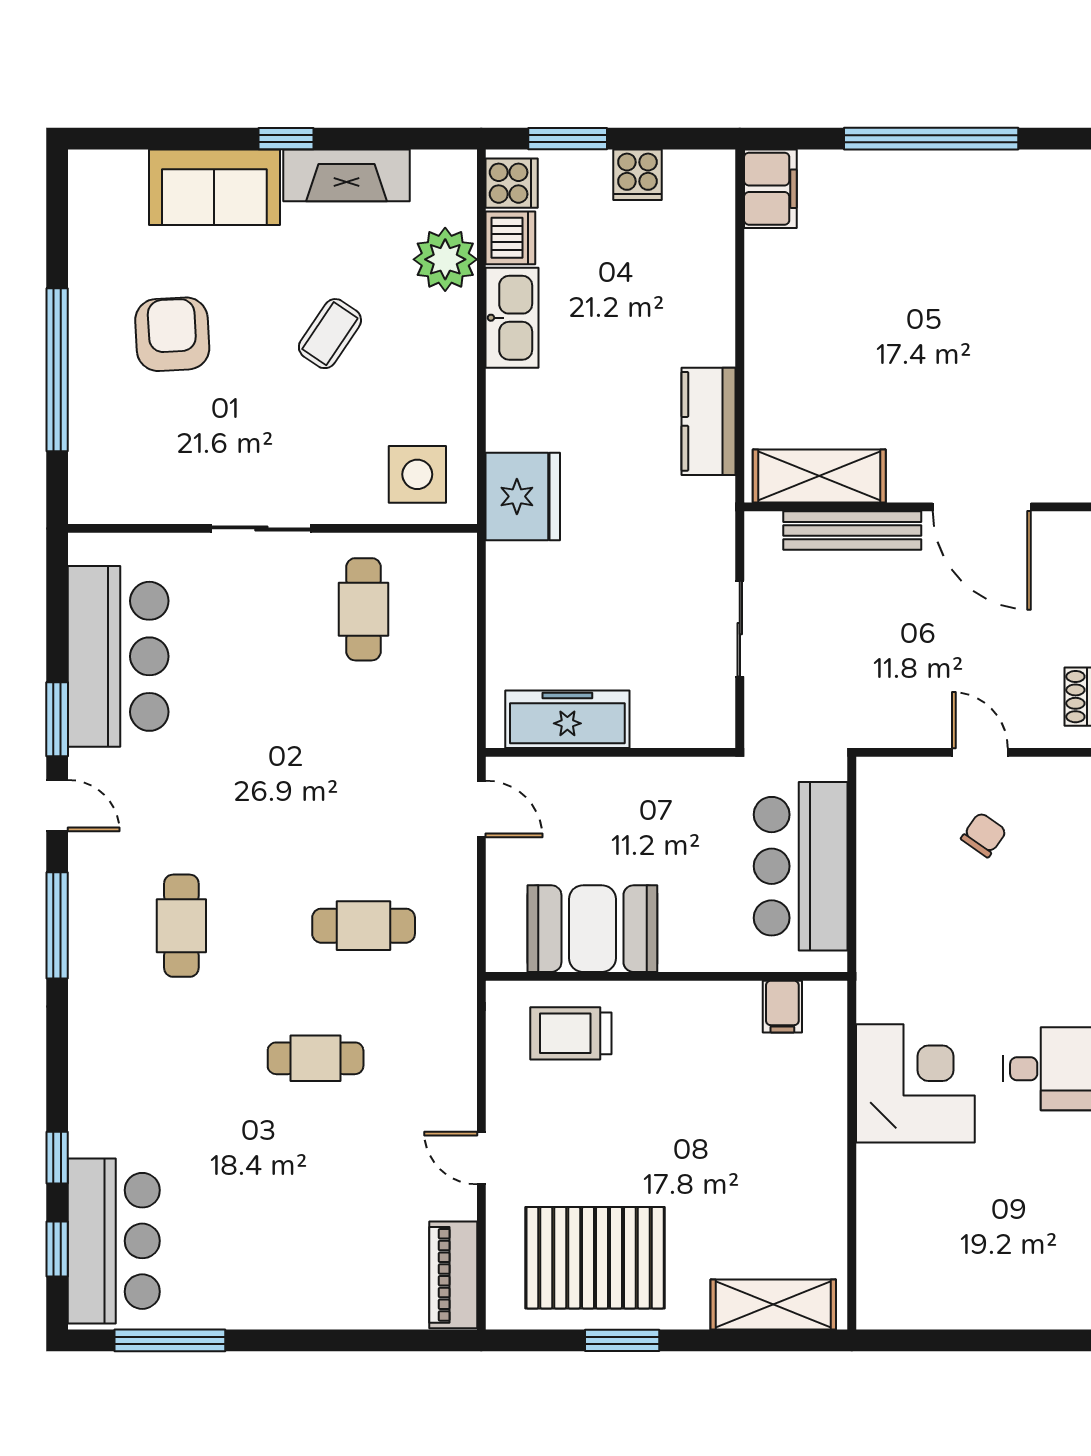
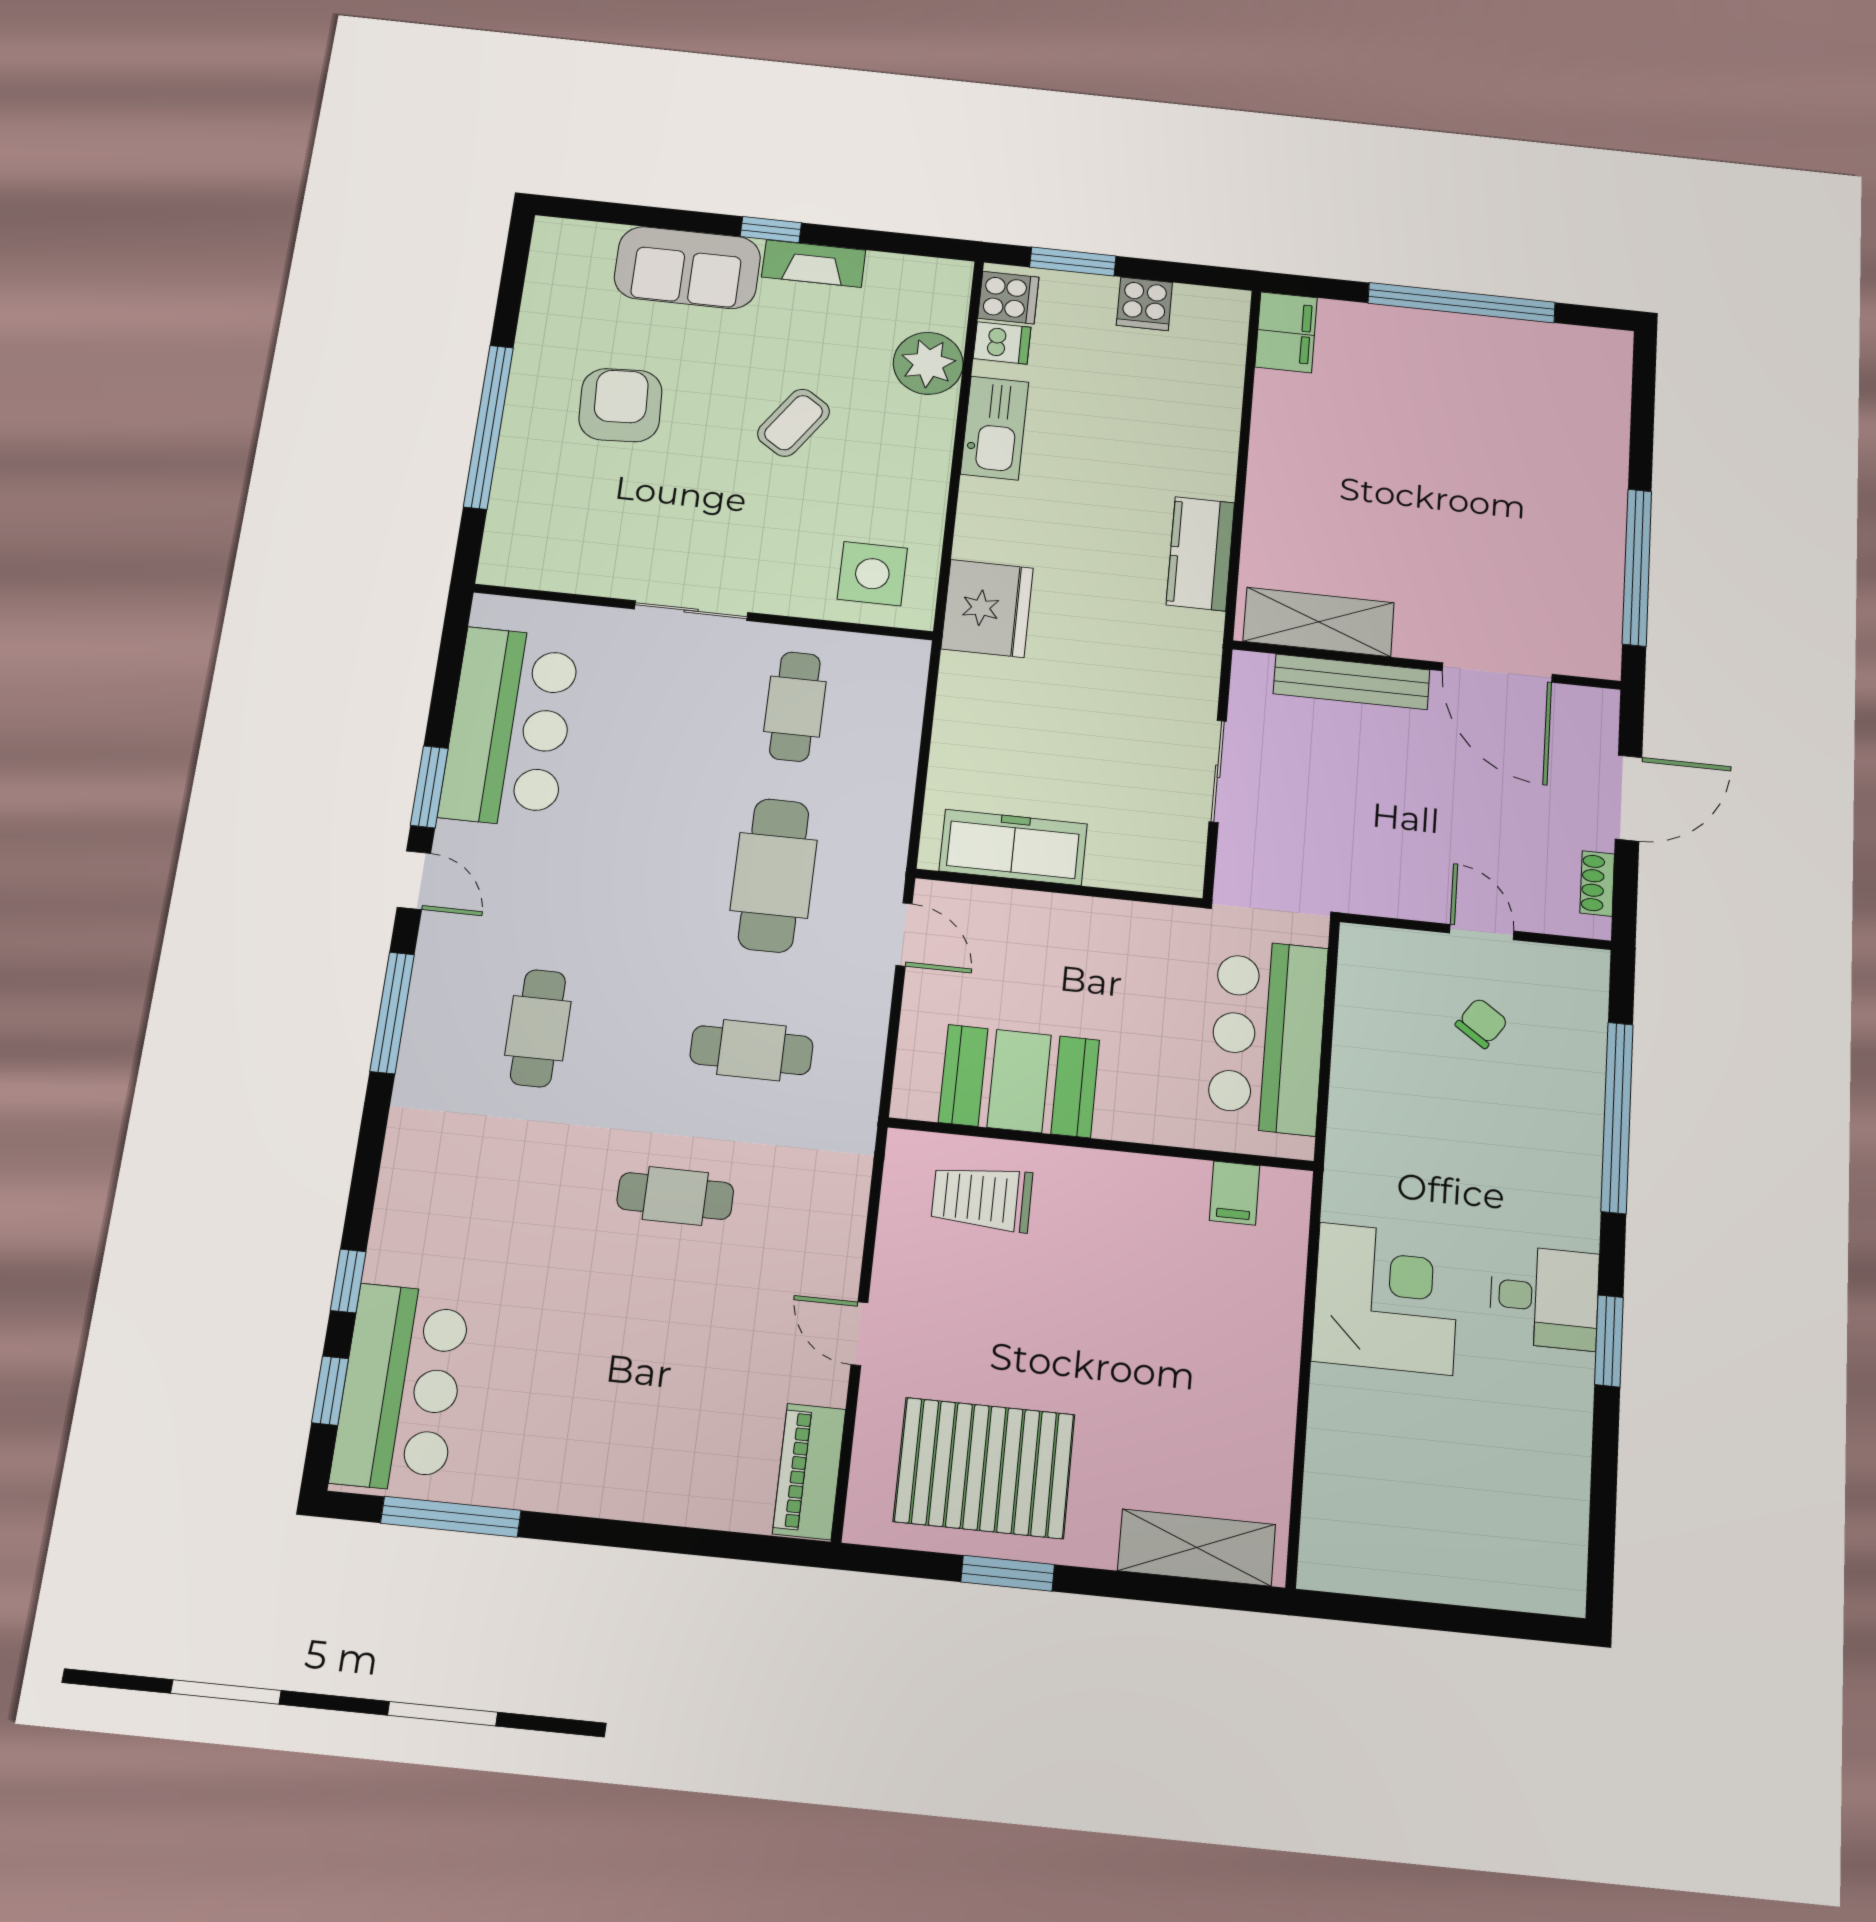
fireplace: (346, 175) -> (814, 263), width x0.73, depth x0.76
dishwasher: (510, 238) -> (1002, 343), width x0.73
cafe table: (364, 767) -> (774, 875), added

